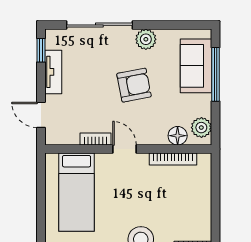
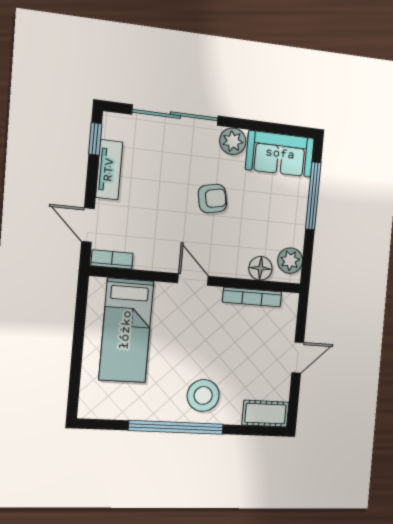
sofa: (196, 66) -> (280, 154), moved, turned -90
armchair: (134, 85) -> (212, 199), width x0.72, depth x0.72
bookcase: (95, 139) -> (112, 259), moved
door: (215, 205) -> (298, 358), added

